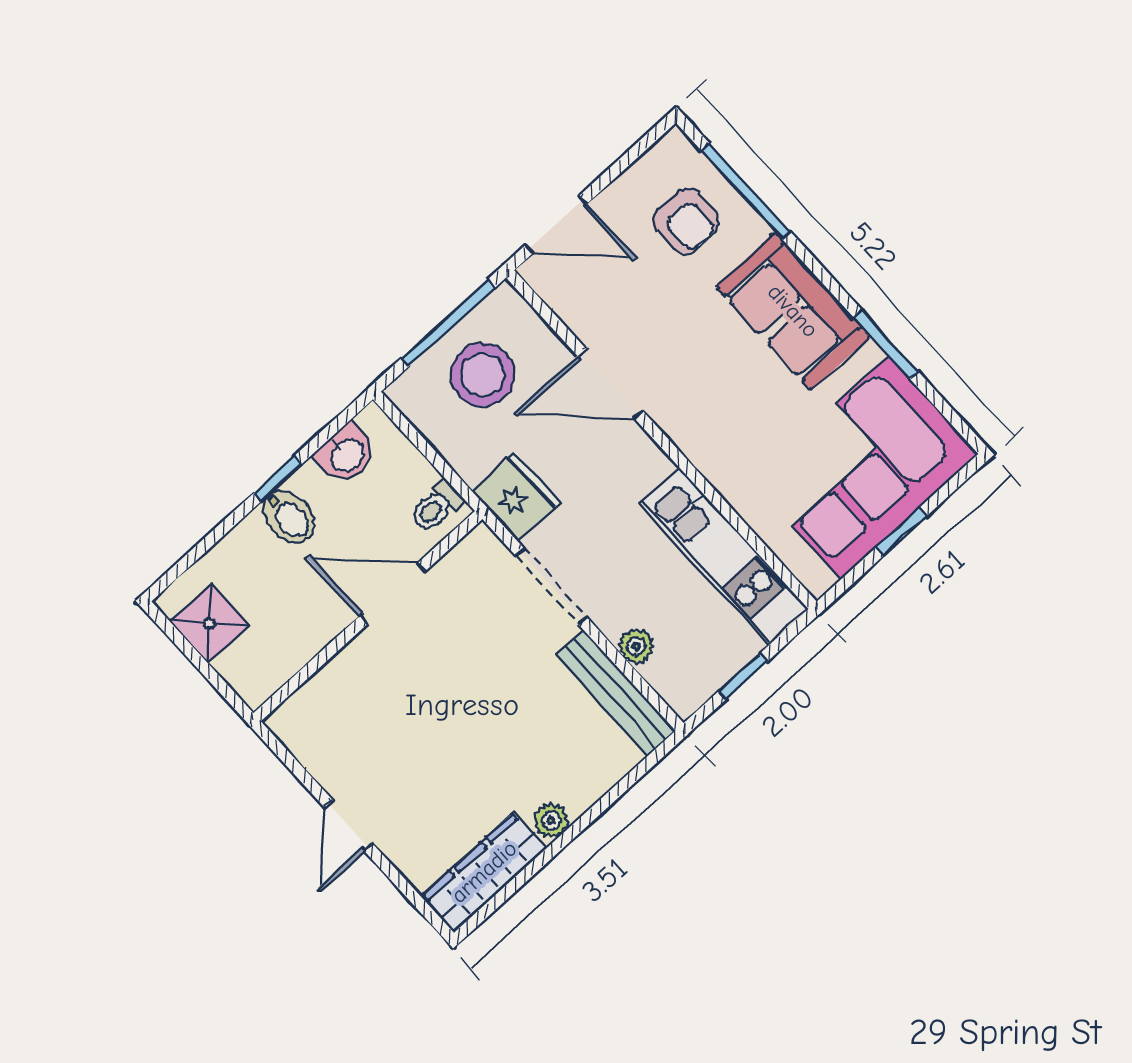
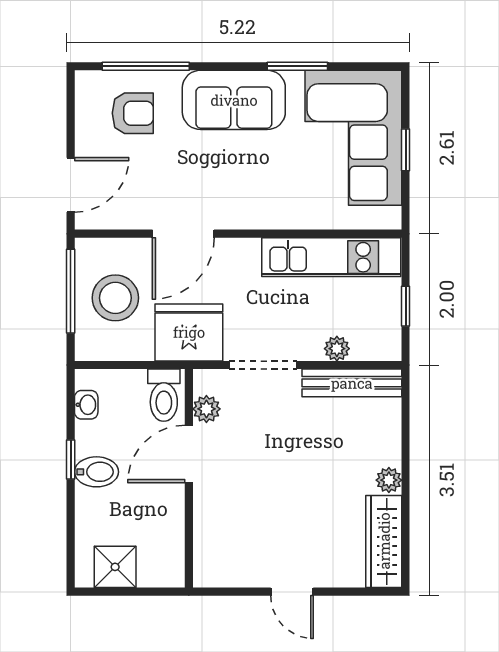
washbasin: (347, 454) -> (86, 405), width x0.72, depth x0.69
fridge: (517, 497) -> (189, 332), width x1.36, depth x1.34
toilet: (436, 507) -> (164, 395), width x1.37, depth x1.39
plant: (454, 570) -> (206, 409), added

